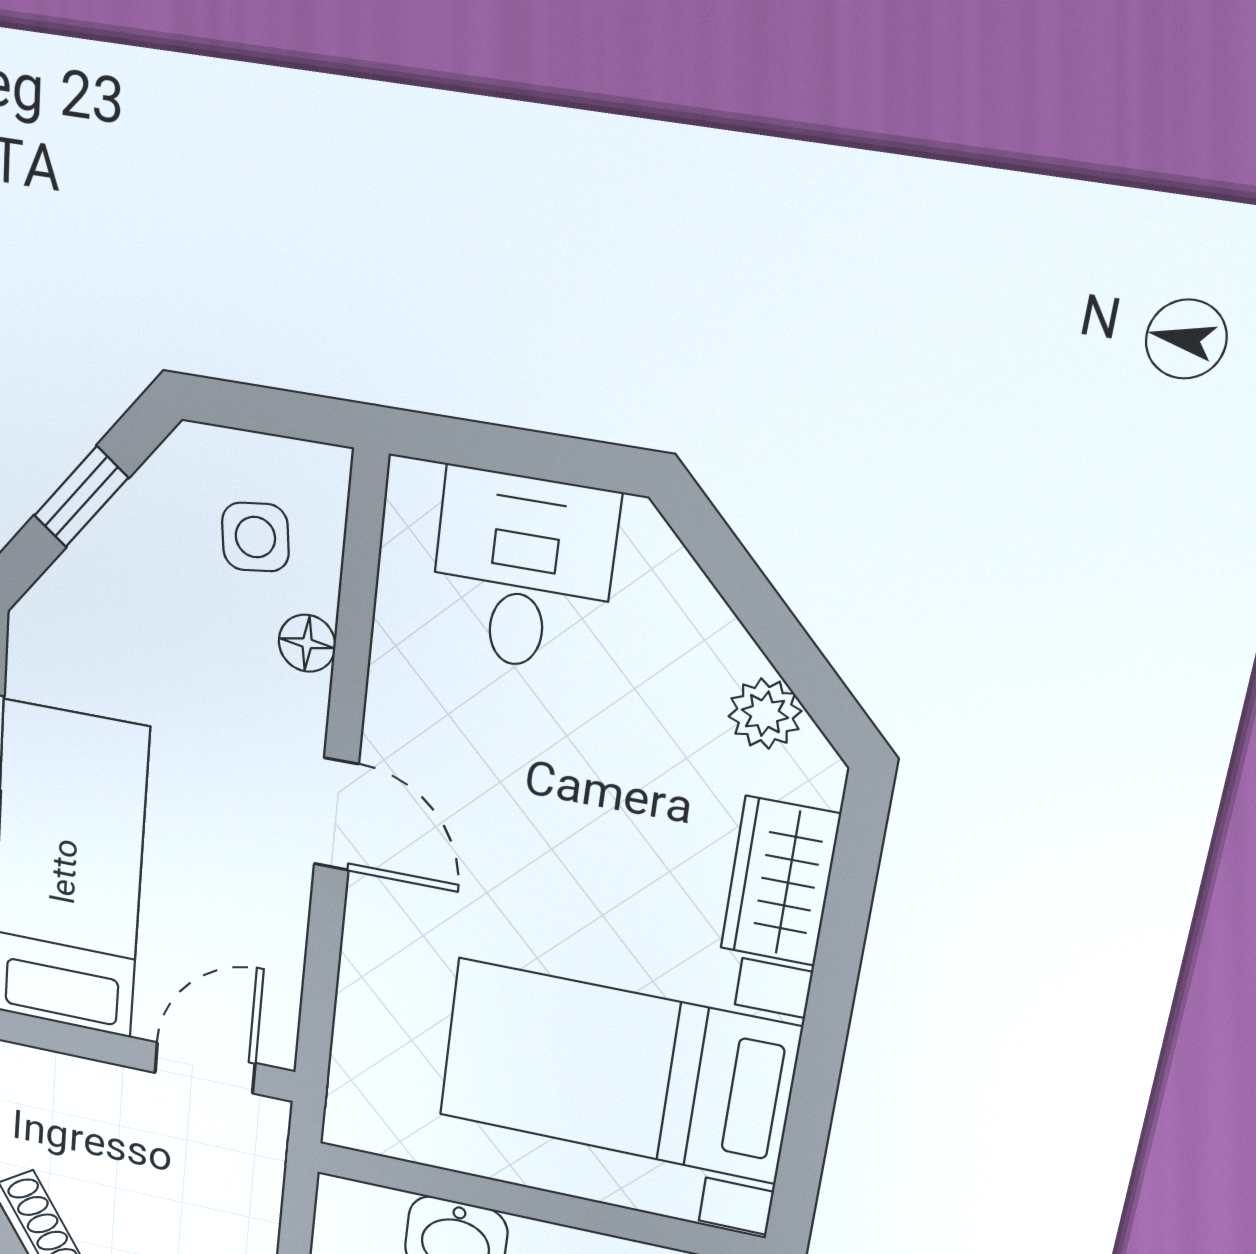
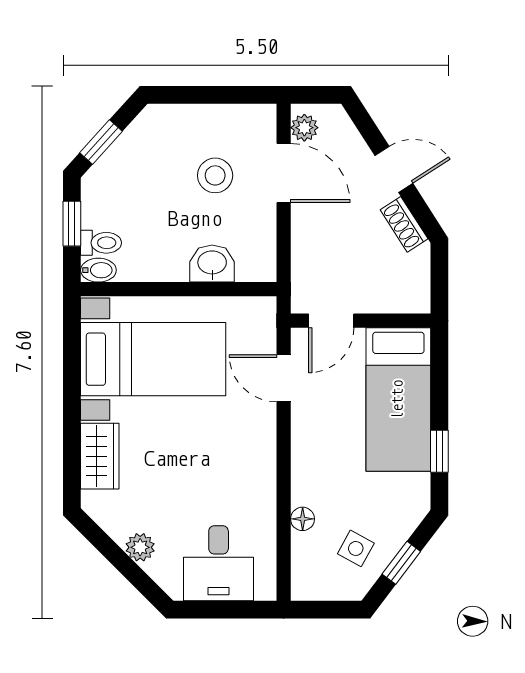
side table: (255, 537) -> (356, 548), moved, turned 36
plant: (765, 714) -> (140, 547), moved
door: (336, 814) -> (284, 378), moved

